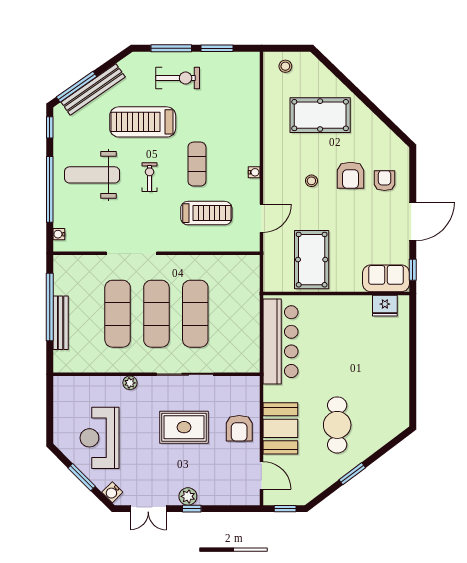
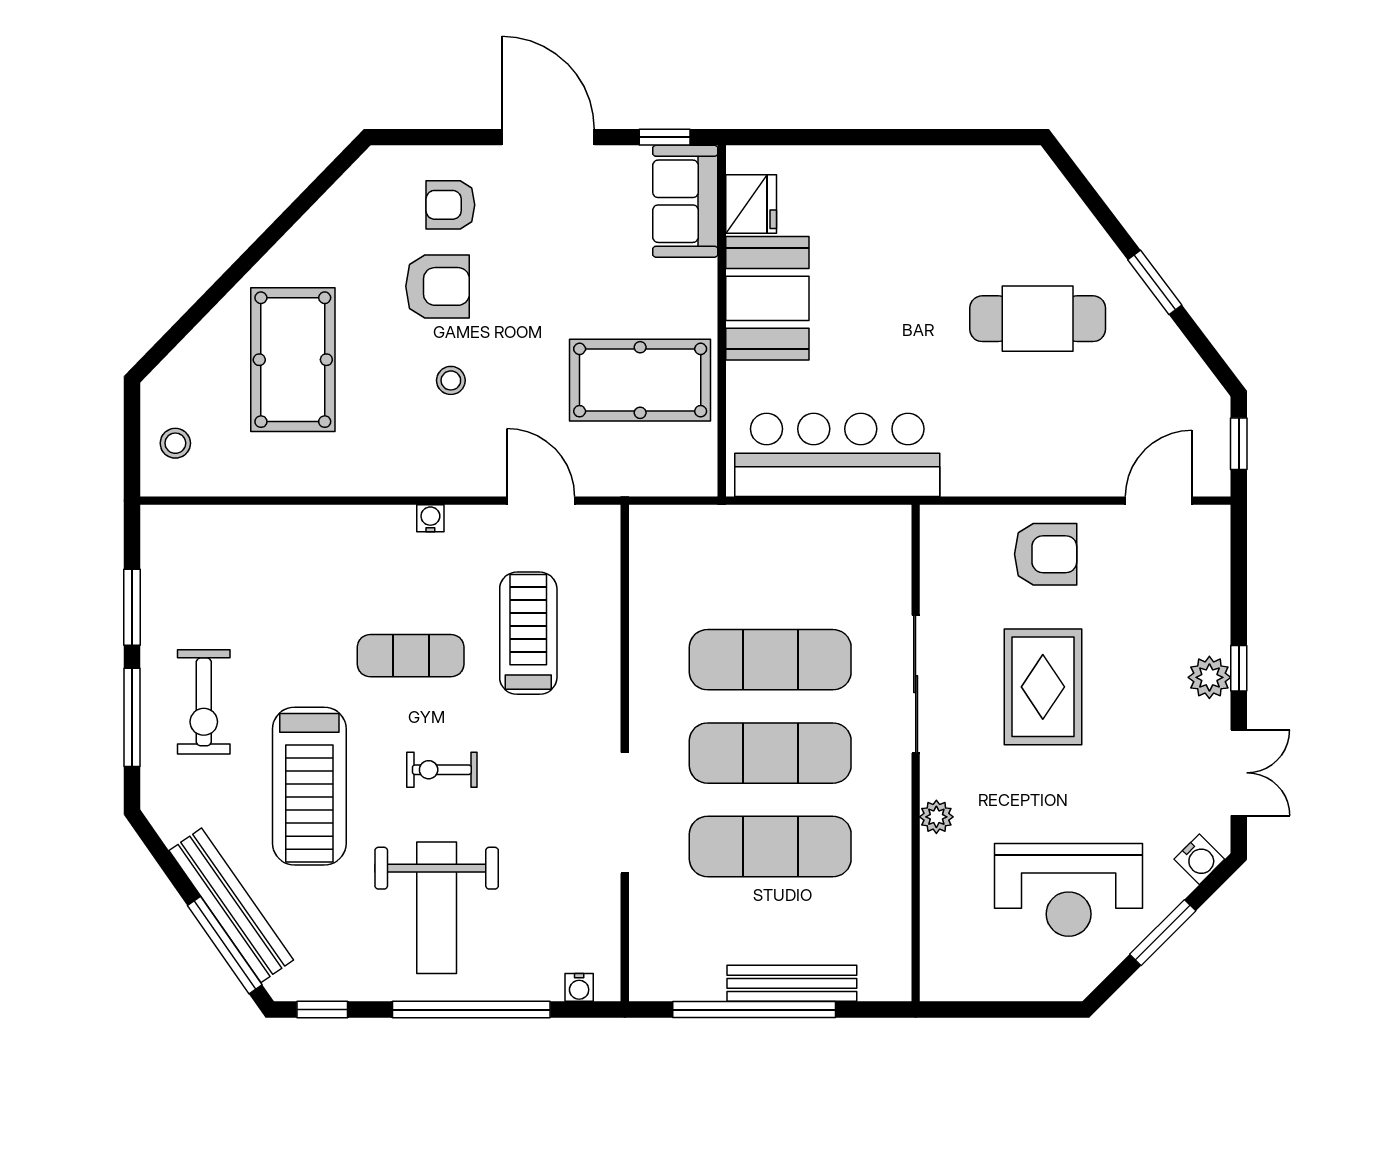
exercise bike: (178, 78) -> (204, 702), turned 180
booth: (280, 428) -> (767, 298), moved, turned 90

